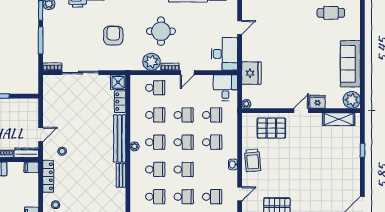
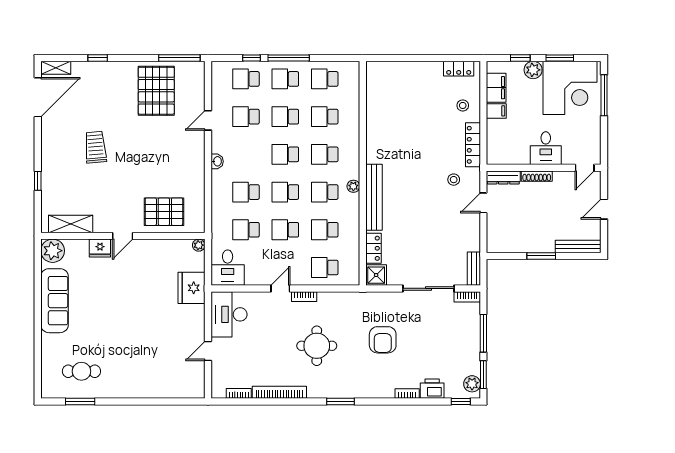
plant: (151, 62) -> (330, 304), removed
trolley: (253, 160) -> (95, 147), moved
filing cabinet: (31, 167) -> (496, 111), moved
bench: (121, 175) -> (474, 269), moved

